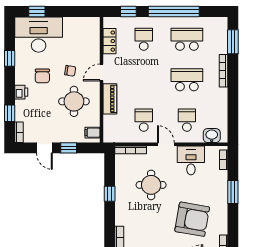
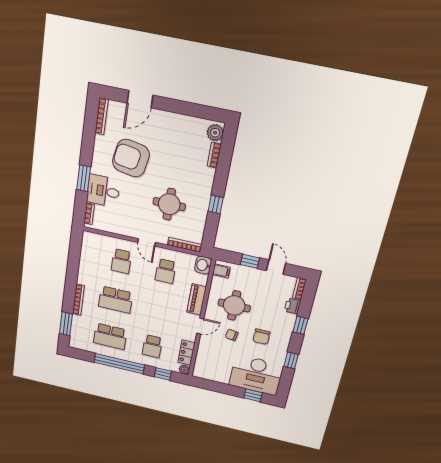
plant: (108, 22) -> (184, 370), added
chair: (42, 76) -> (261, 337), turned 180
printer: (21, 92) -> (292, 306), moved
window: (10, 113) -> (300, 325), moved
washbasin: (212, 136) -> (203, 265), moved, turned 90
desk: (191, 160) -> (103, 191), moved, turned 90

